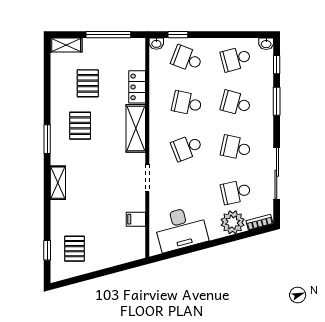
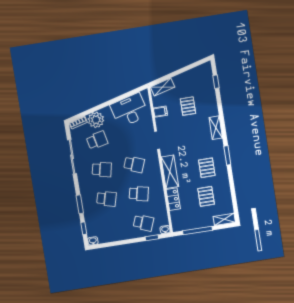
school desk: (236, 59) -> (111, 228), removed
school desk: (187, 148) -> (134, 164), turned 42
pallet: (74, 249) -> (188, 106), moved
shelving: (127, 255) -> (163, 87), added

